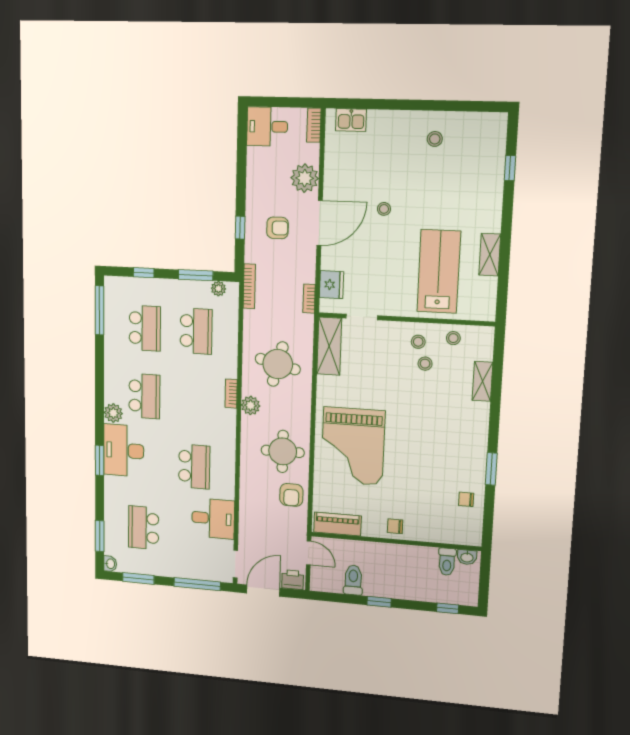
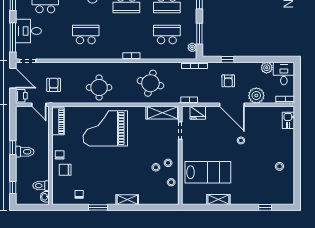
school desk: (196, 331) -> (167, 34), turned 180
shelving: (482, 381) -> (127, 200), moved
plant: (251, 405) -> (267, 68), moved
school desk: (194, 467) -> (86, 34), turned 180
armchair: (291, 495) -> (54, 85), moved, turned 90
desk: (213, 518) -> (28, 31), moved, turned 90
chair: (421, 519) -> (65, 170), added
door: (309, 553) -> (39, 105), hinge flipped
toilet: (353, 580) -> (25, 152), moved

